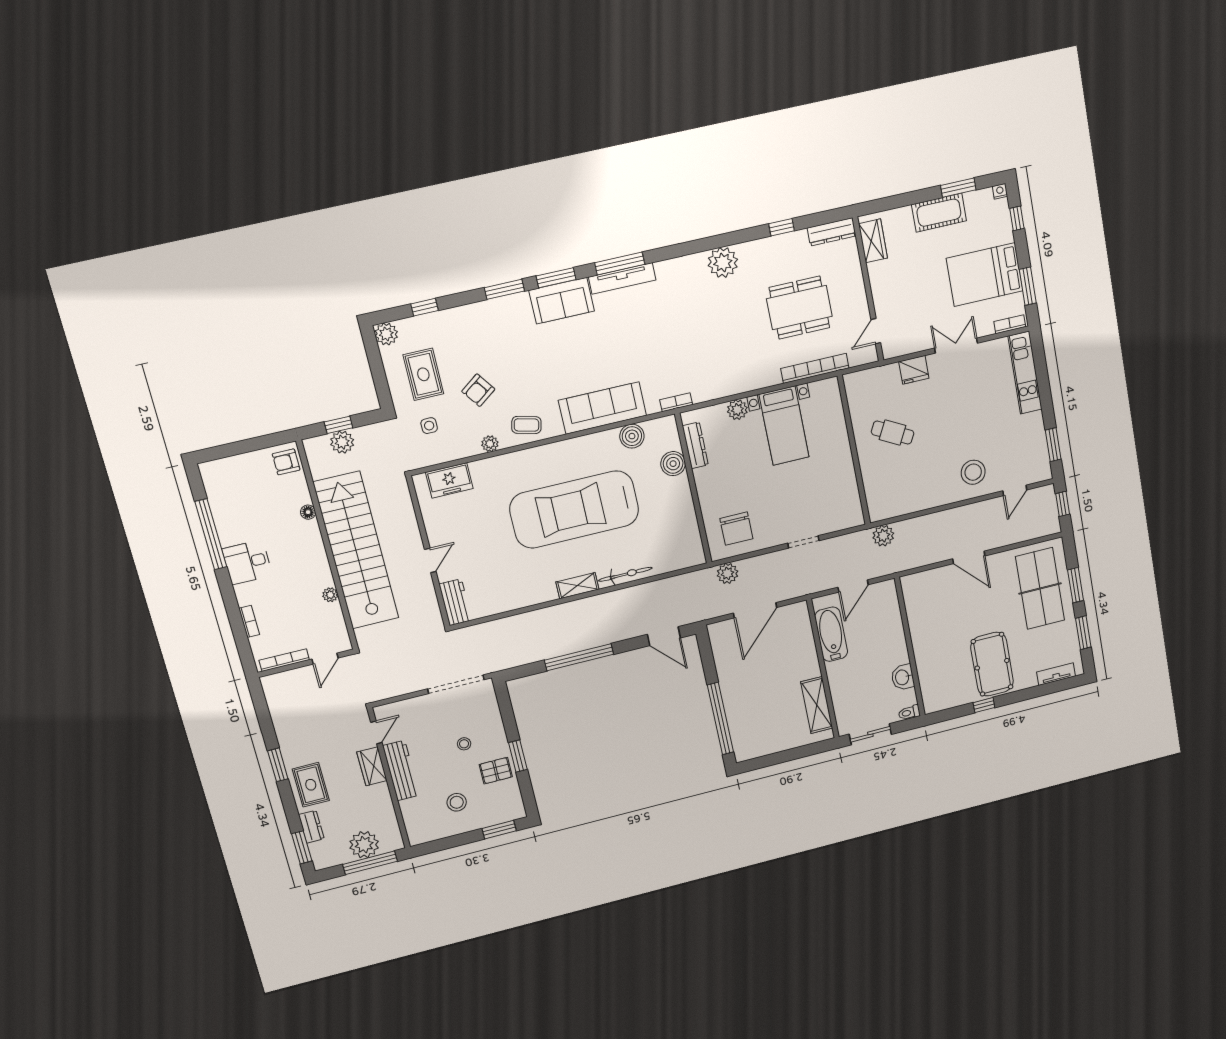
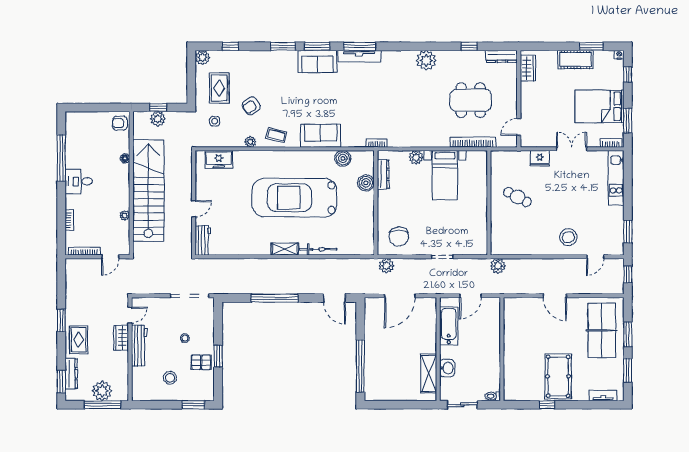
sofa: (602, 408) -> (321, 136), width x0.73
washbasin: (903, 677) -> (447, 368), moved, turned 180
dresser: (311, 827) -> (71, 374), width x1.44

